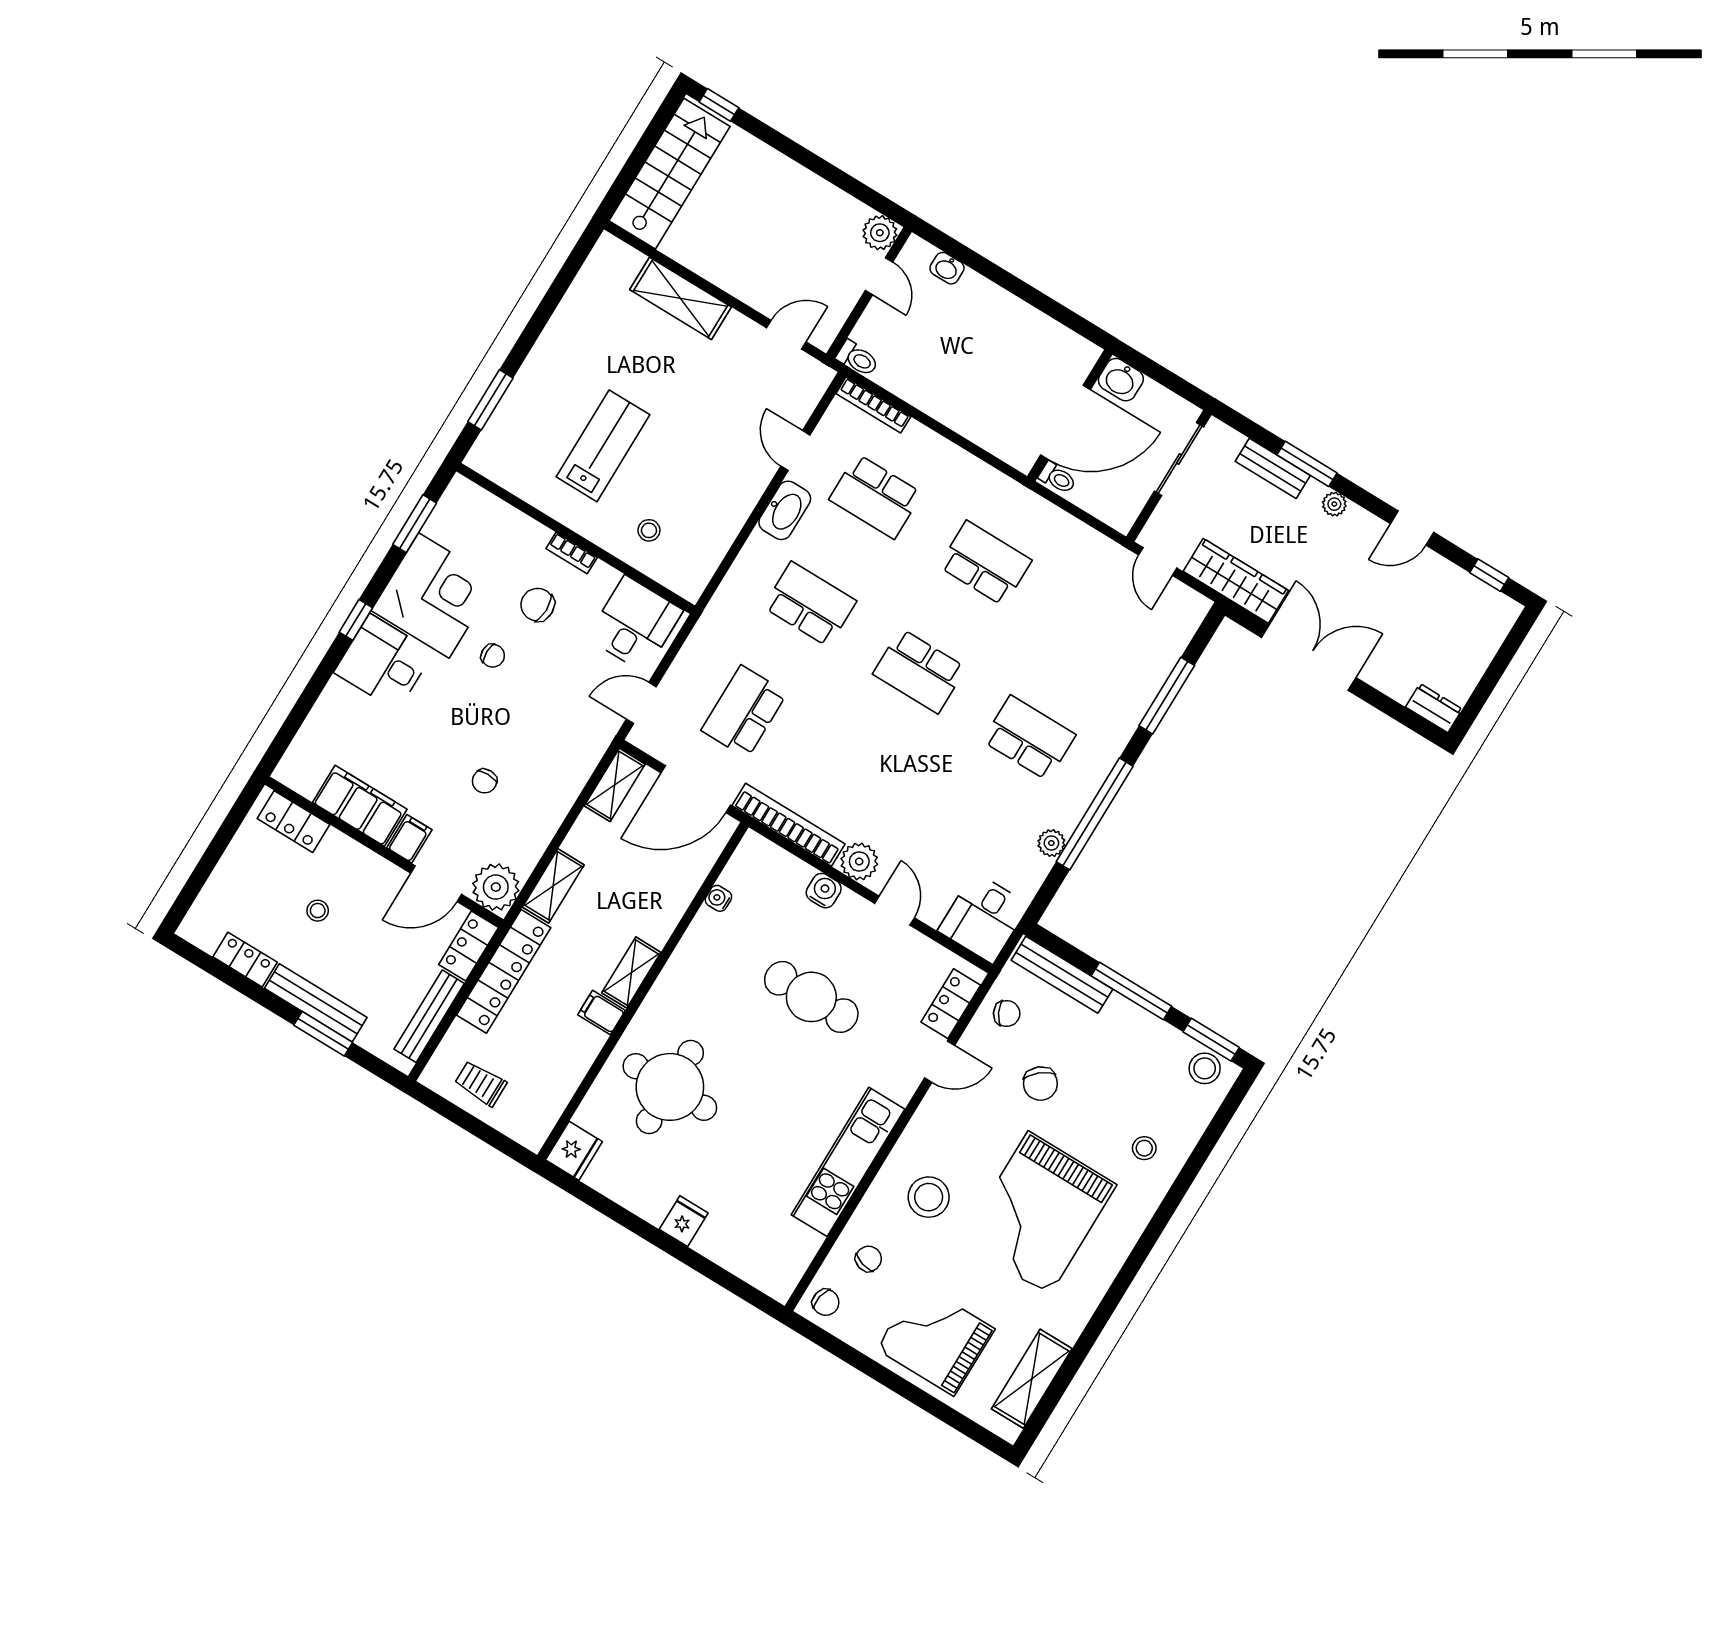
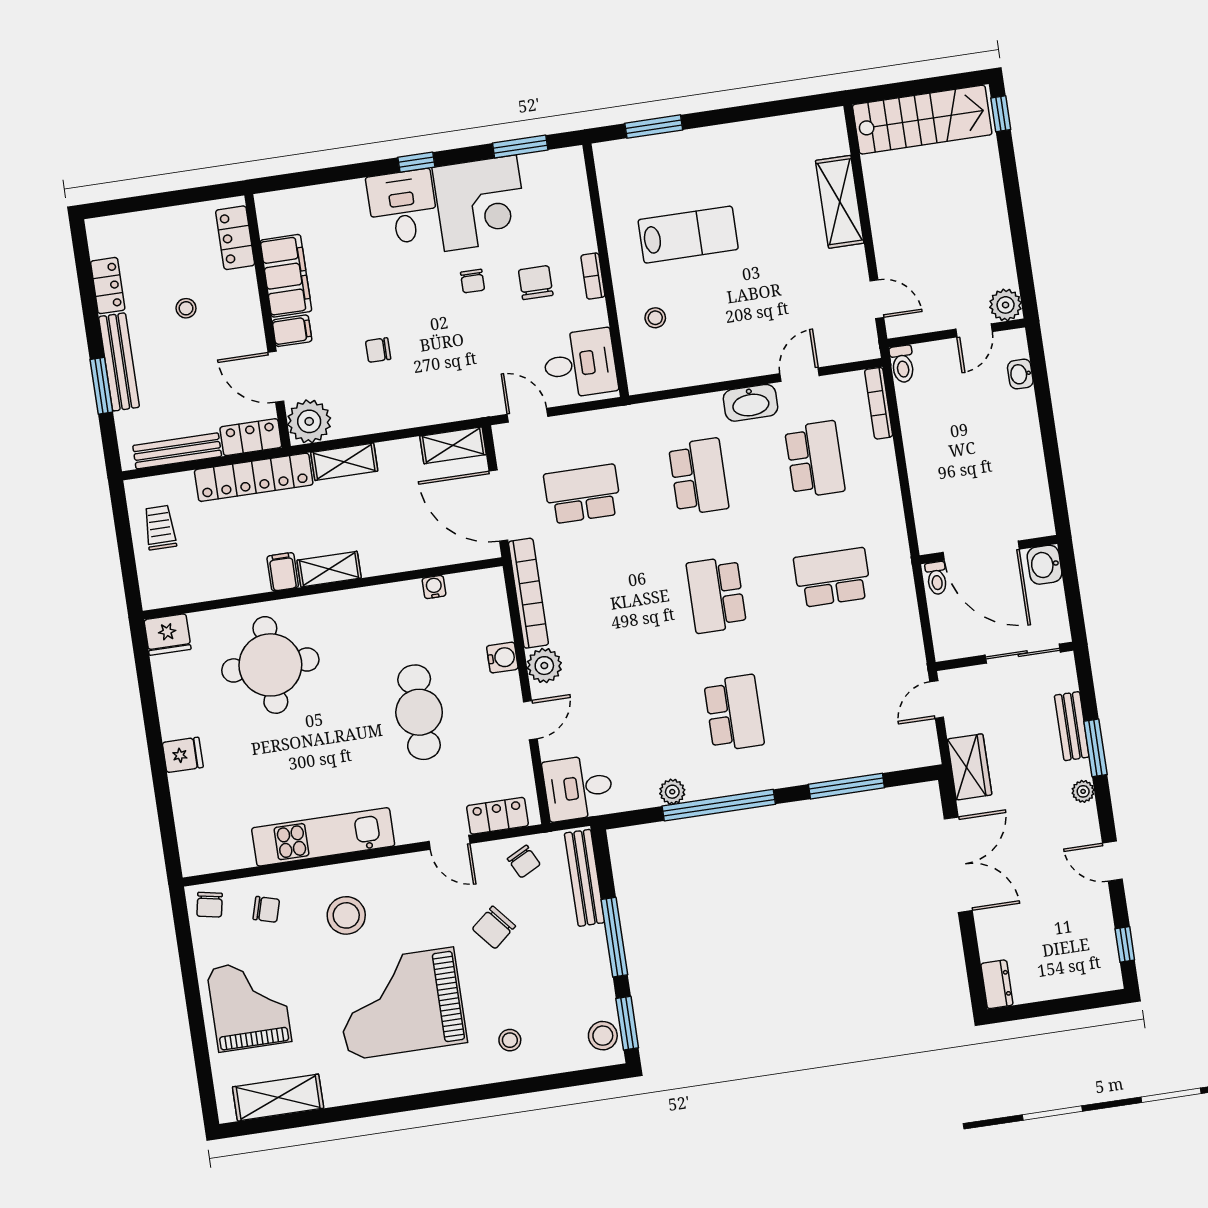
school desk: (876, 496) -> (815, 459), turned 180
school desk: (985, 563) -> (832, 577), turned -90
wardrobe: (1236, 581) -> (969, 767), width x0.67

